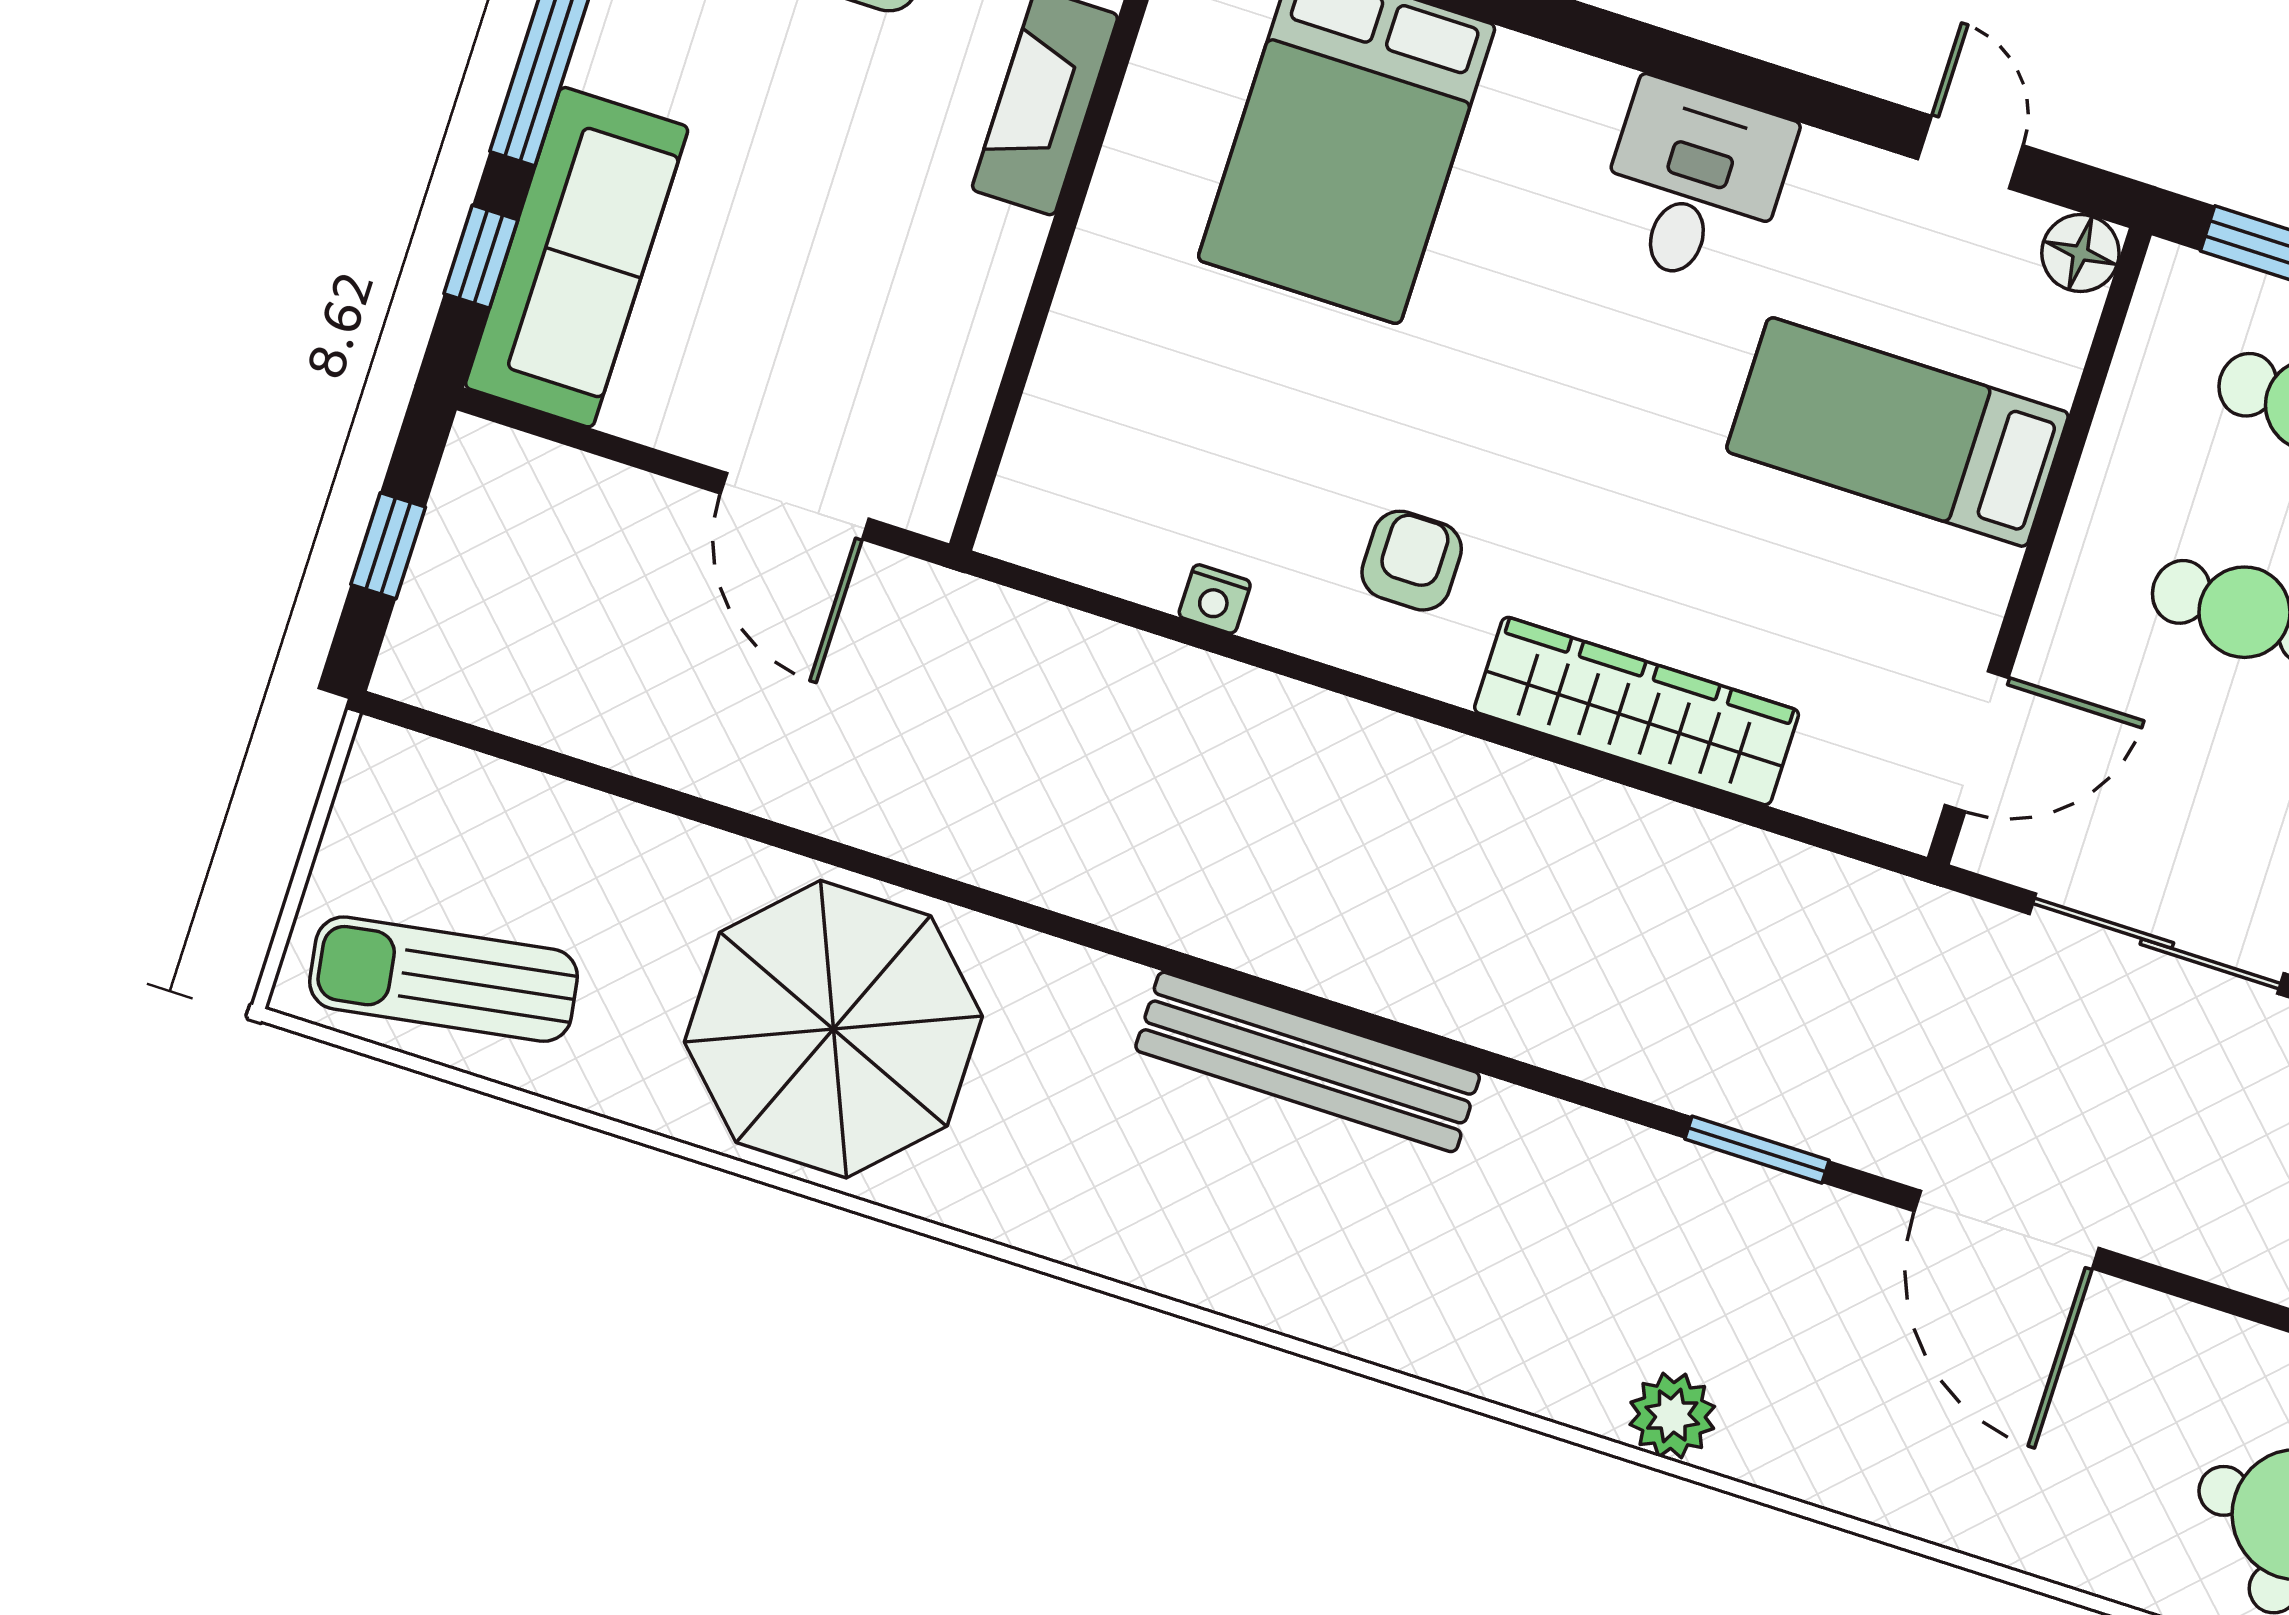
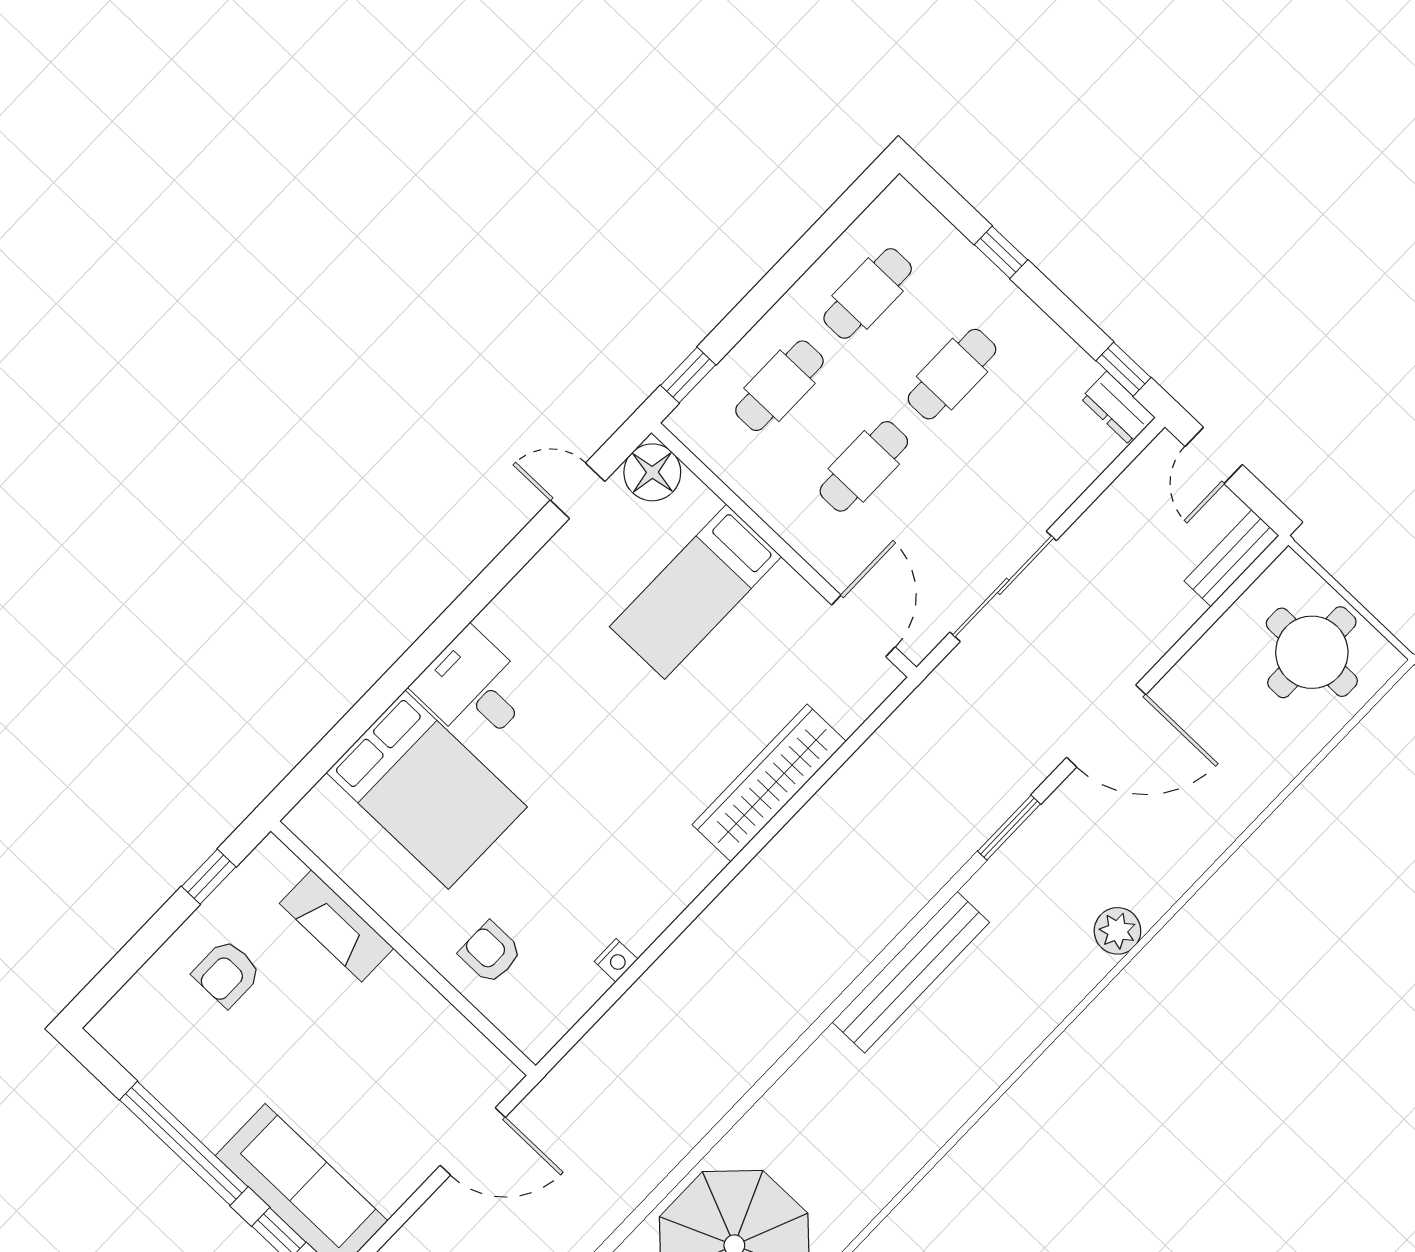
desk: (1694, 184) -> (474, 688), moved
floor lamp: (2080, 253) -> (652, 472), width x1.38, depth x1.38
armchair: (1412, 561) -> (490, 953), moved
bench: (1308, 1062) -> (911, 972), moved

